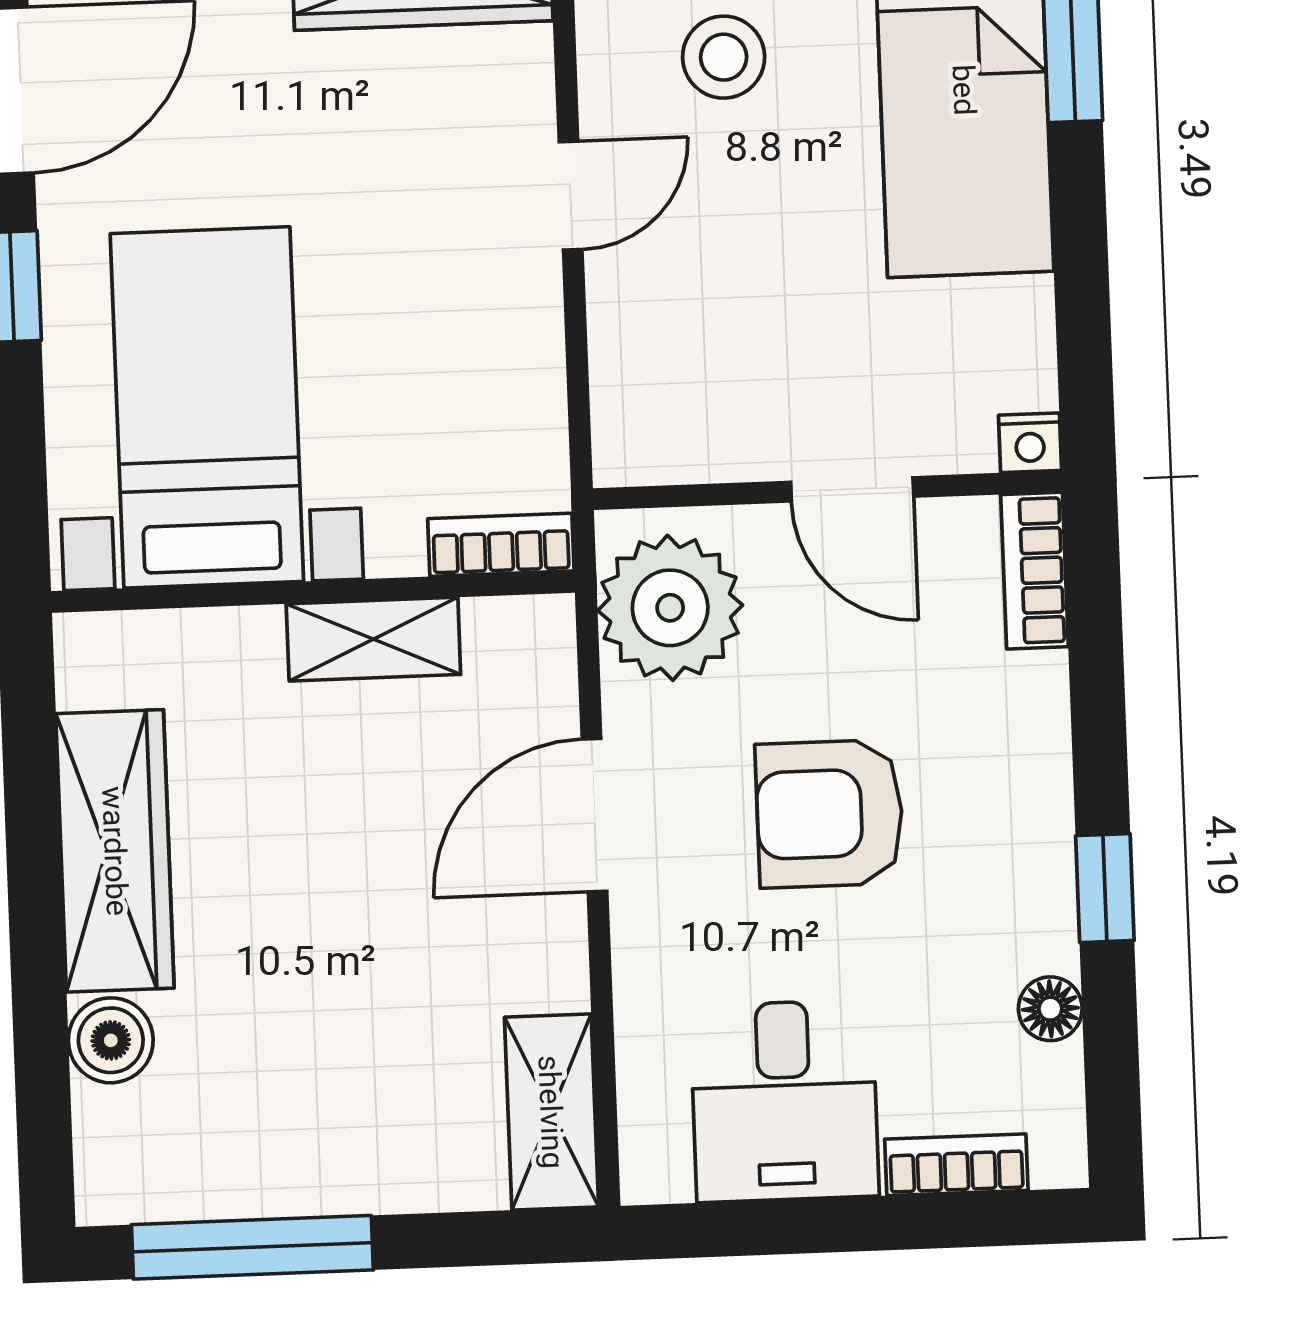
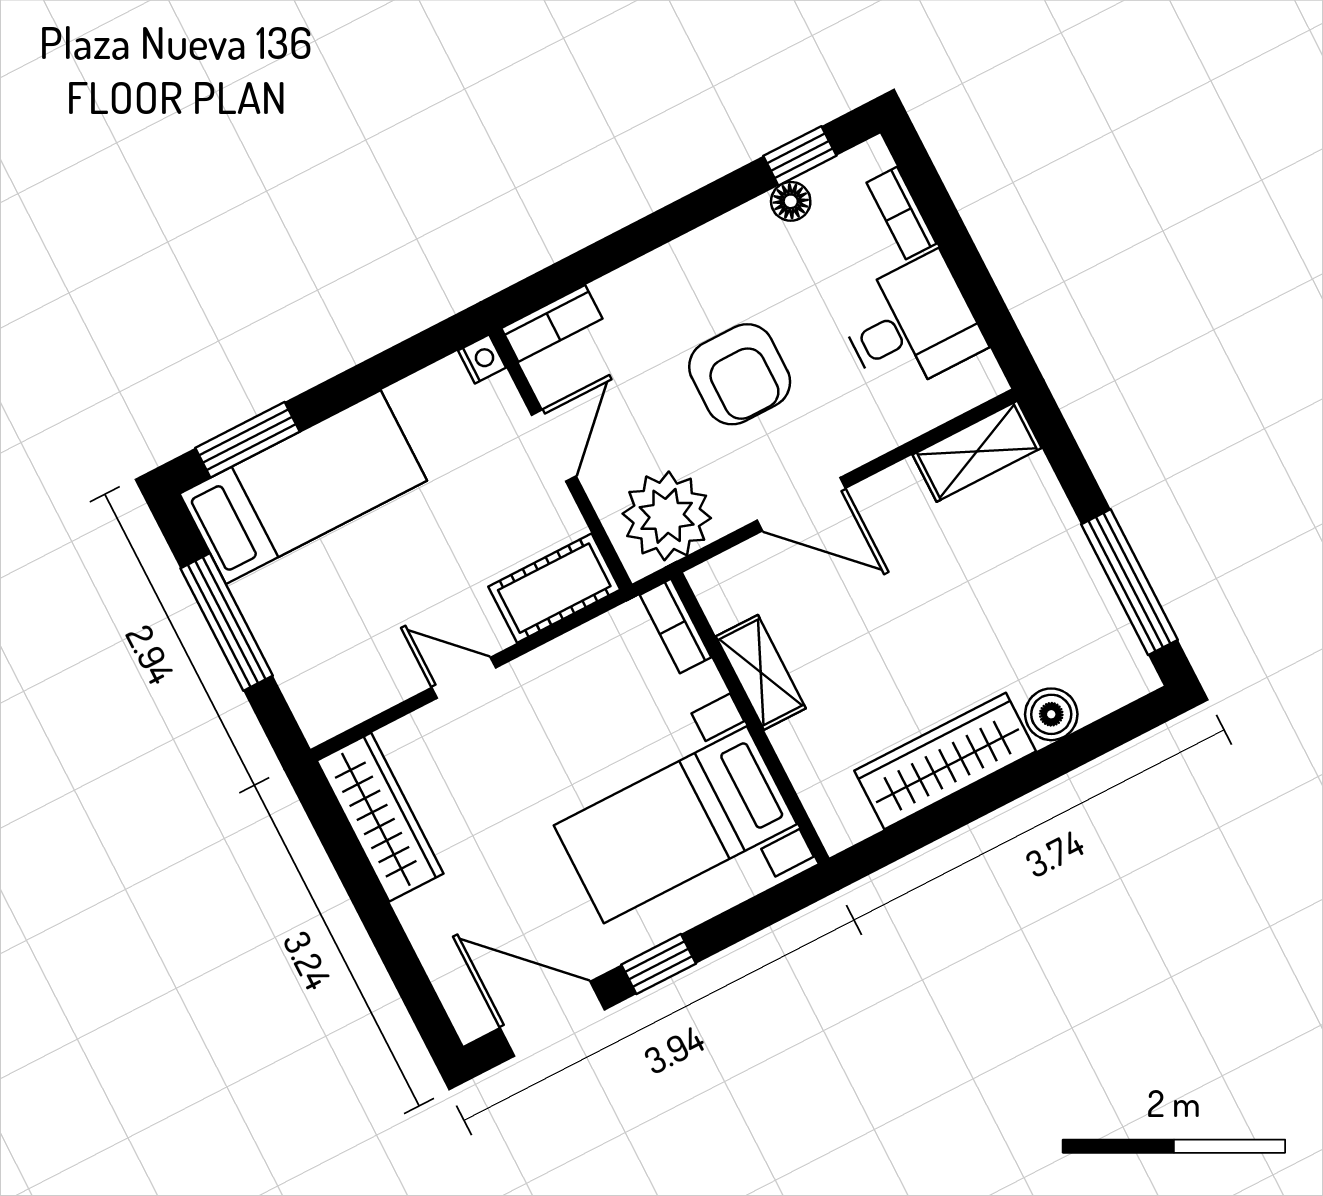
stool: (724, 57) -> (347, 629), removed
cot: (641, 391) -> (554, 588), added
window: (1105, 888) -> (800, 156), moved

